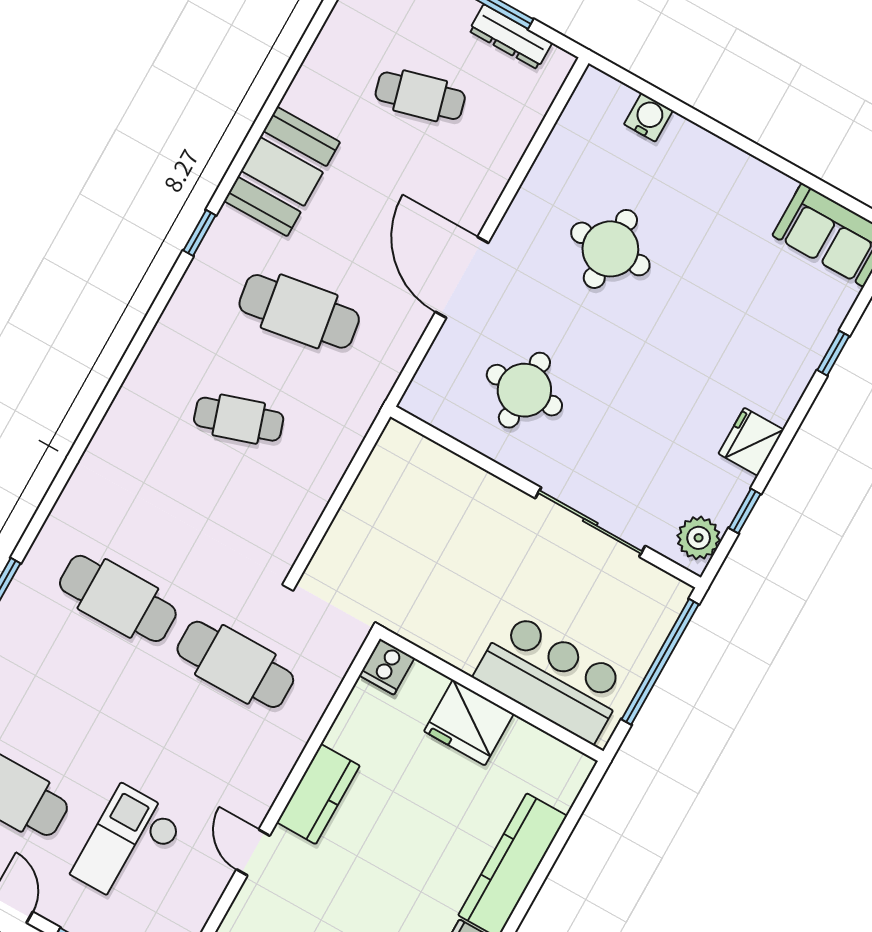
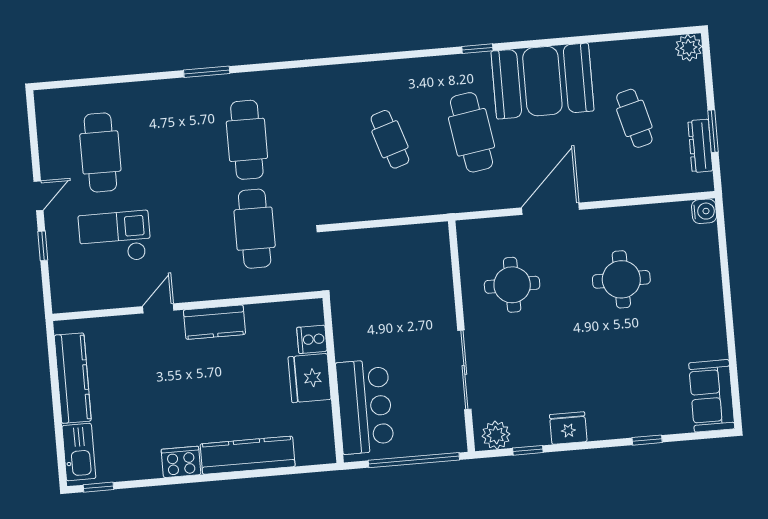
water cooler: (648, 117) -> (704, 211), moved
booth: (282, 172) -> (542, 81), width x1.36, depth x1.42
cooker: (387, 667) -> (312, 339), moved

